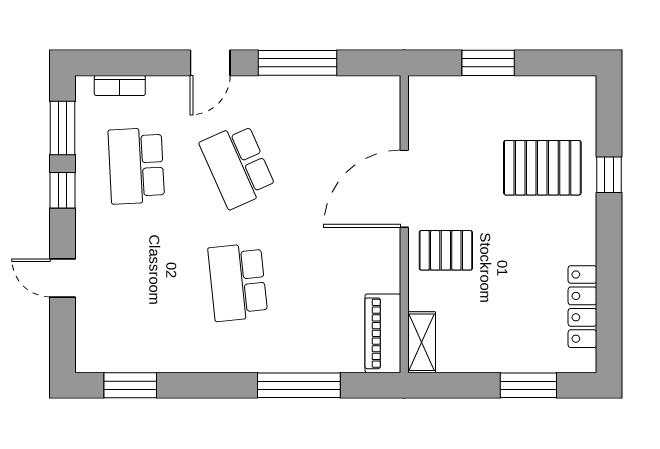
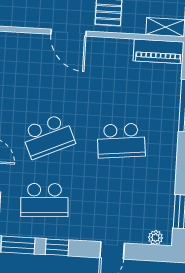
door: (404, 189) -> (68, 33), width x0.73
plant: (87, 346) -> (156, 238), added

